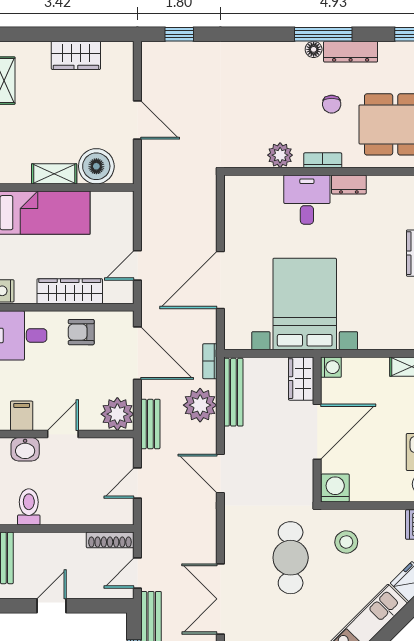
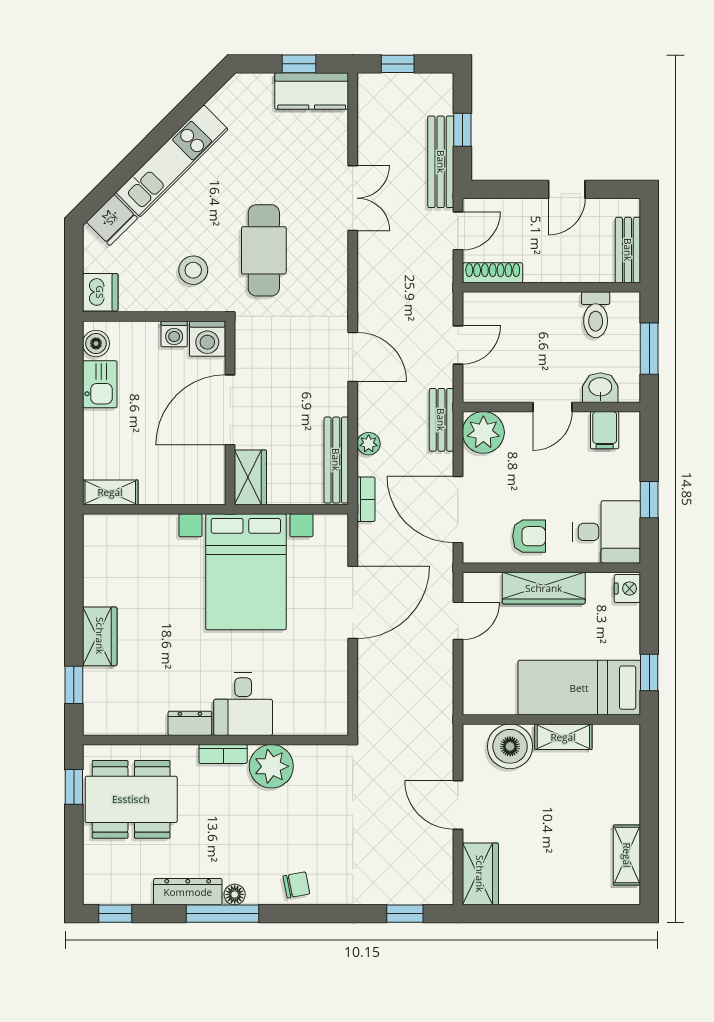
wardrobe: (76, 55) -> (480, 874), moved, turned 90
chair: (332, 104) -> (296, 885), moved, turned 79
plant: (280, 155) -> (271, 766), width x1.36, depth x1.36
washing machine: (331, 367) -> (174, 334), moved, turned -90
plant: (200, 405) -> (369, 444), width x0.53, depth x0.53
double door: (220, 599) -> (353, 198), width x0.73

